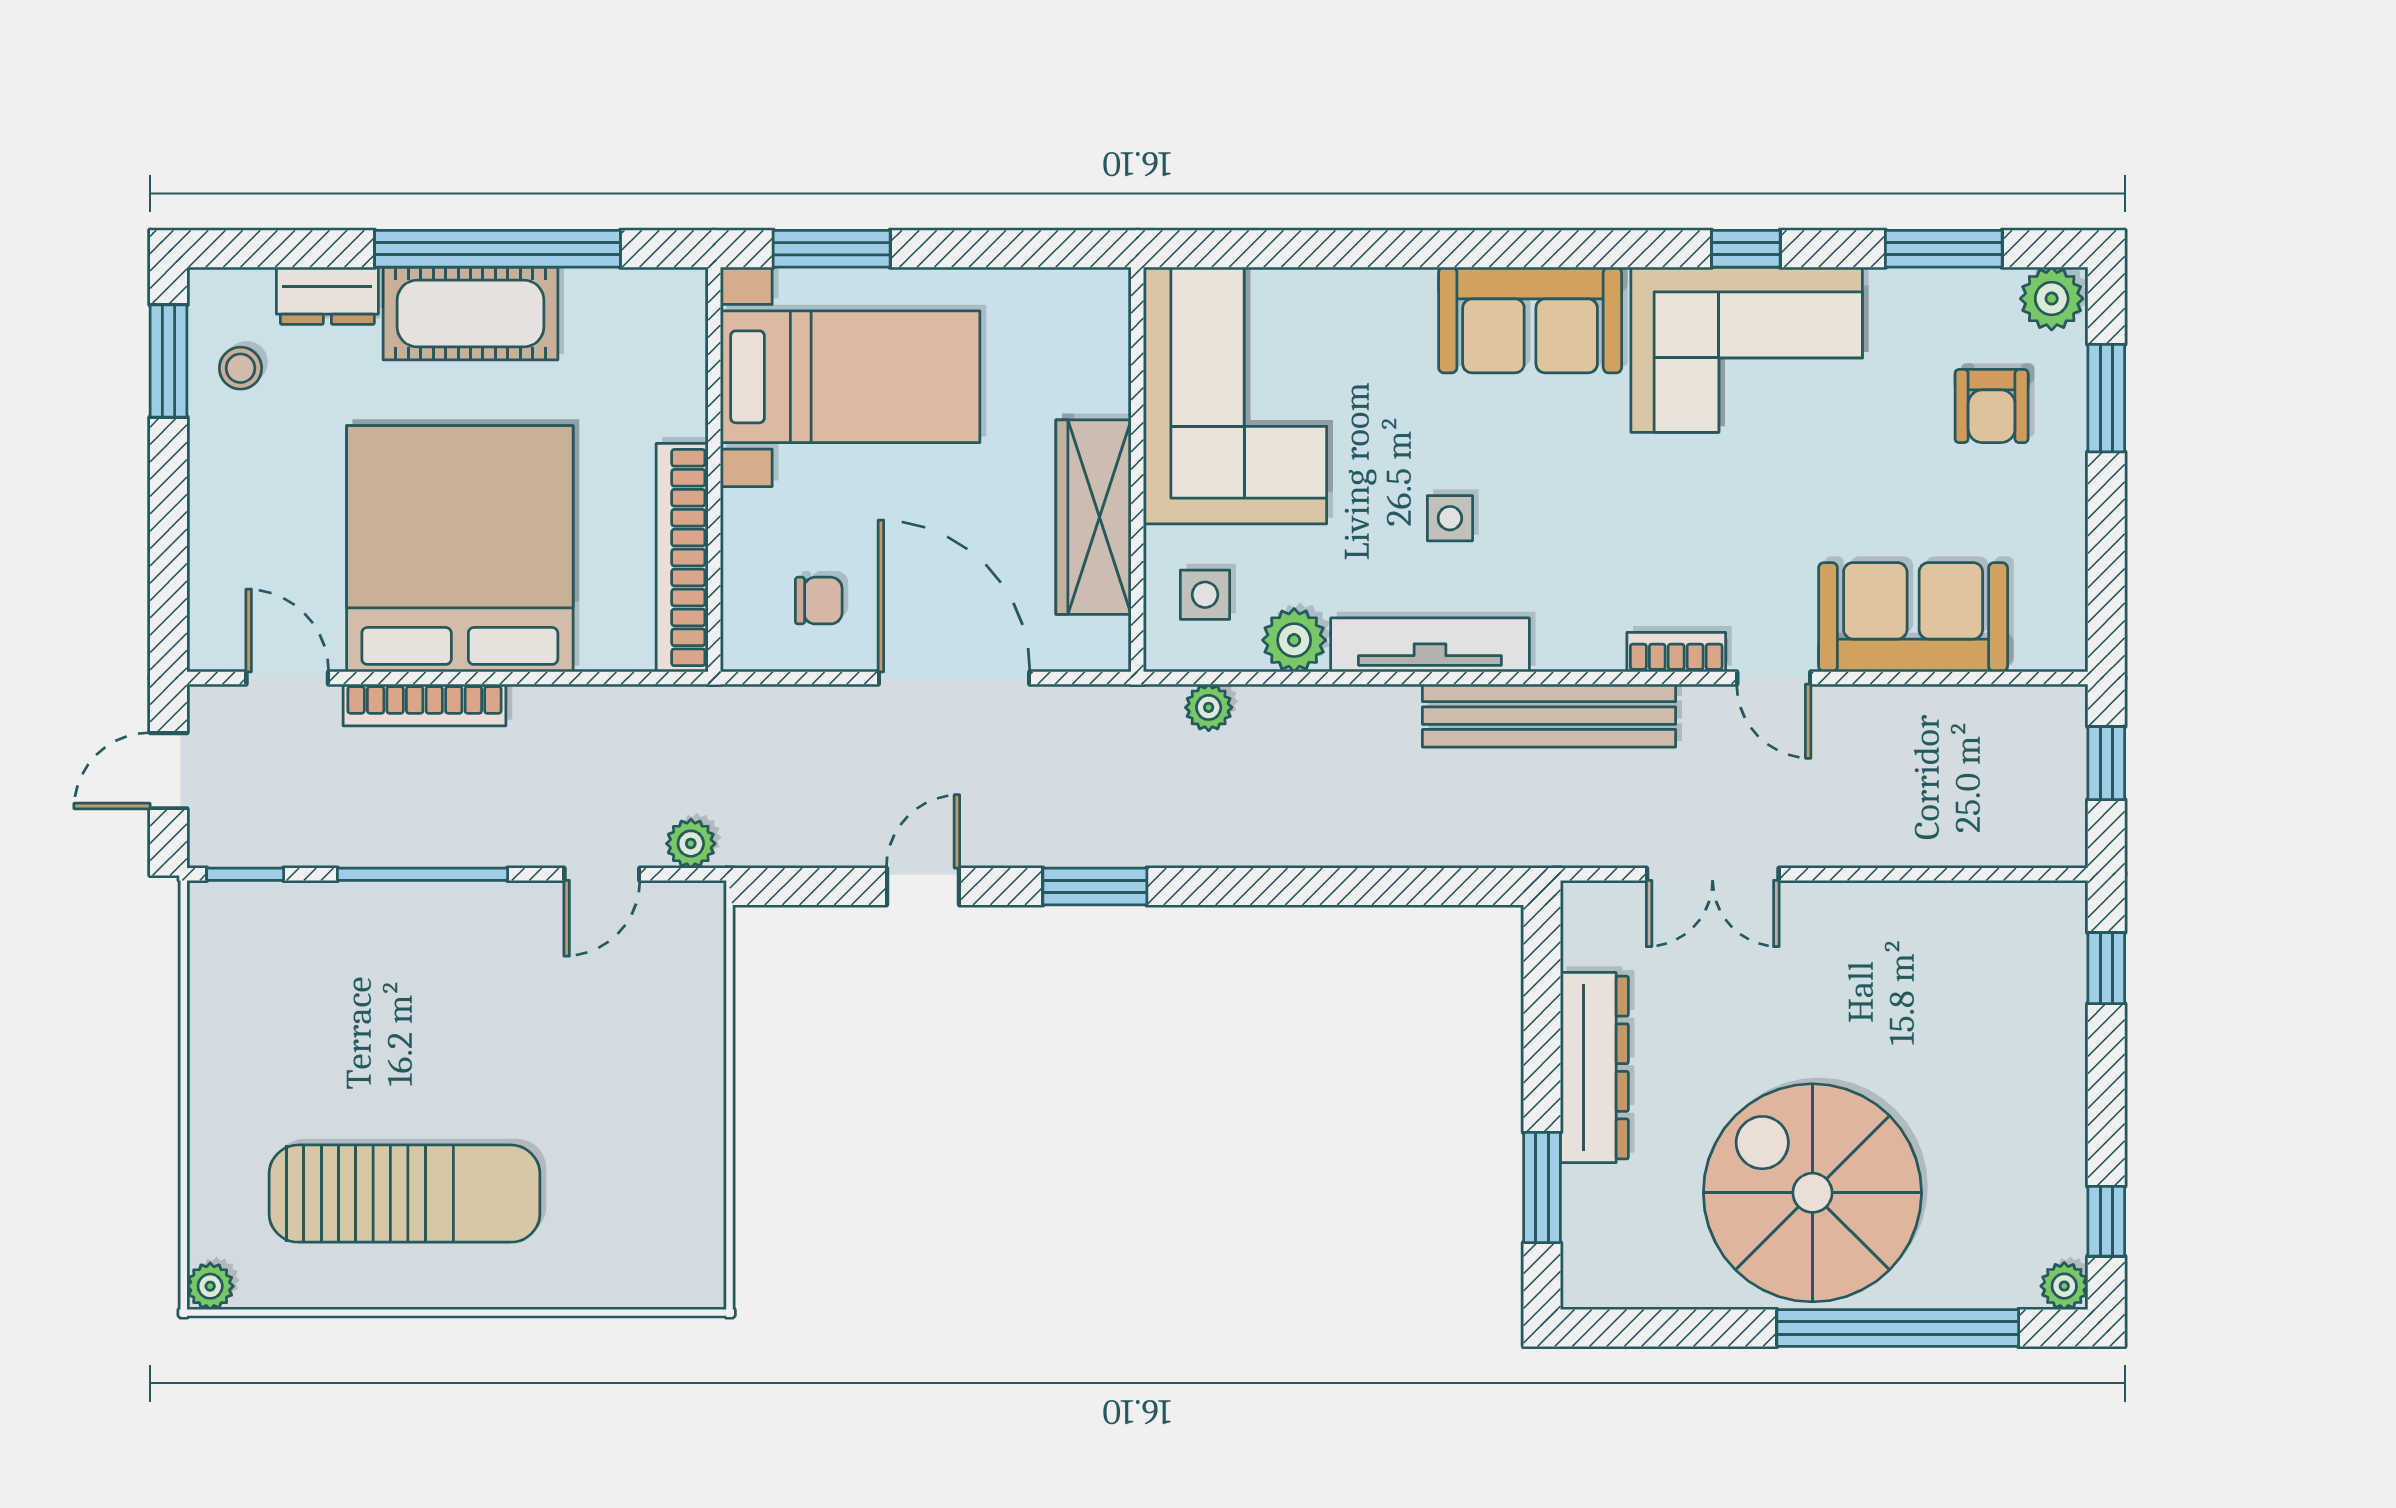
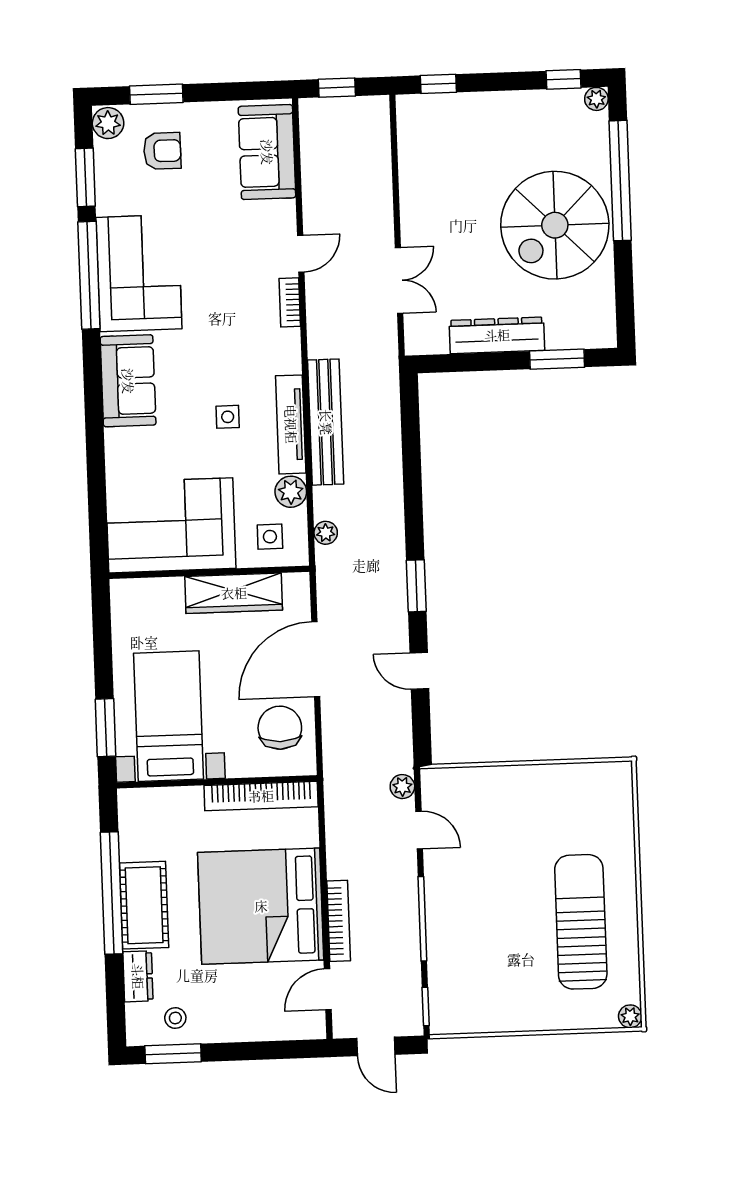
window: (1746, 249) -> (89, 275), width x3.17
chair: (819, 601) -> (280, 728), width x1.87, depth x1.87
sofa: (1913, 617) -> (267, 152), moved
bench: (1549, 716) -> (326, 422), moved

